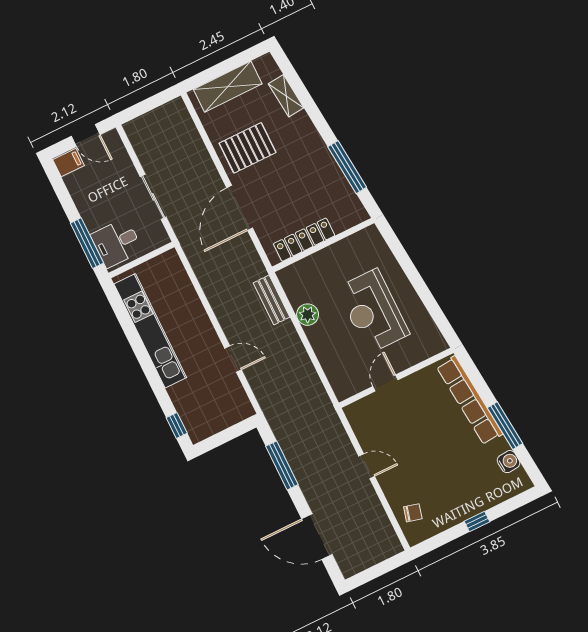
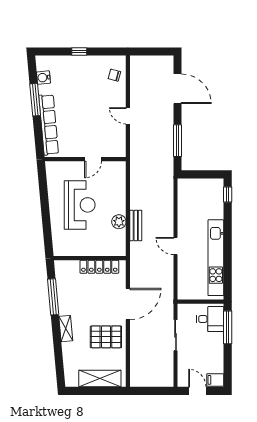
shelving: (286, 96) -> (66, 329), moved
bench: (271, 300) -> (136, 225), moved
door: (233, 359) -> (176, 246), moved

